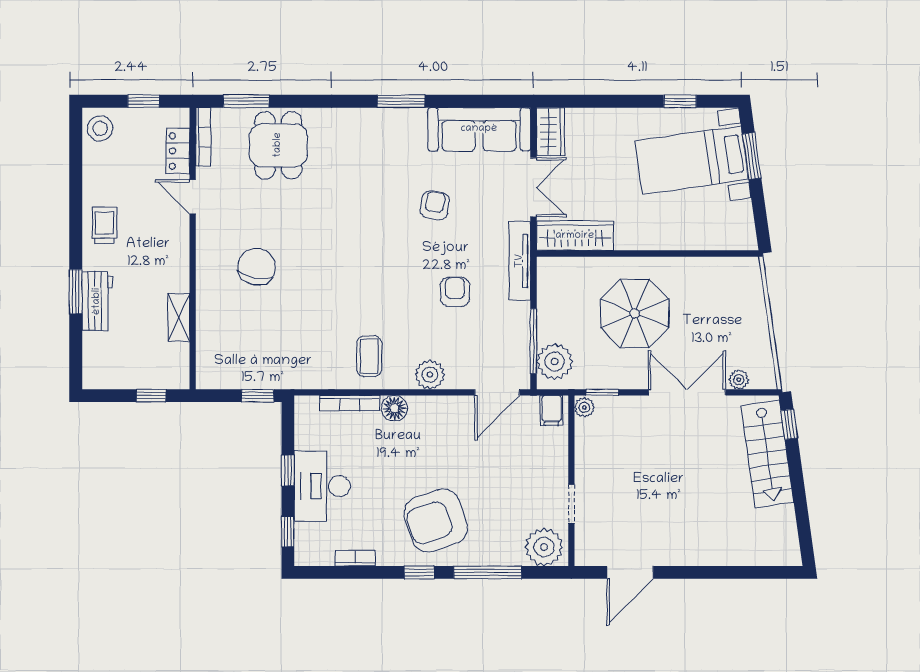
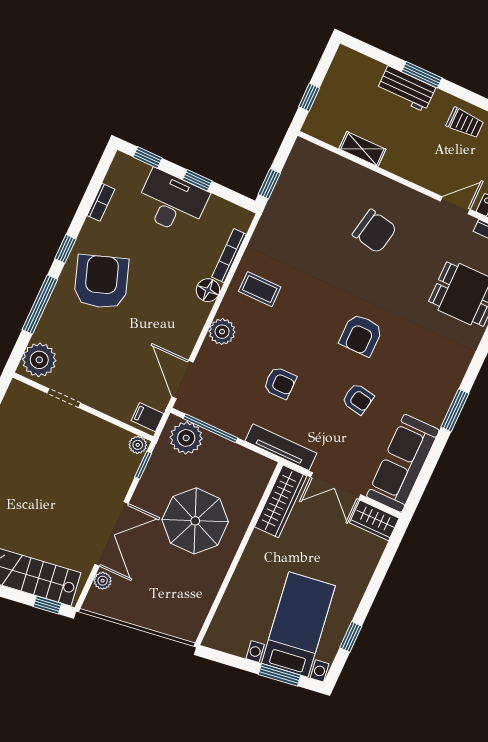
armchair: (368, 232) -> (361, 335), added

